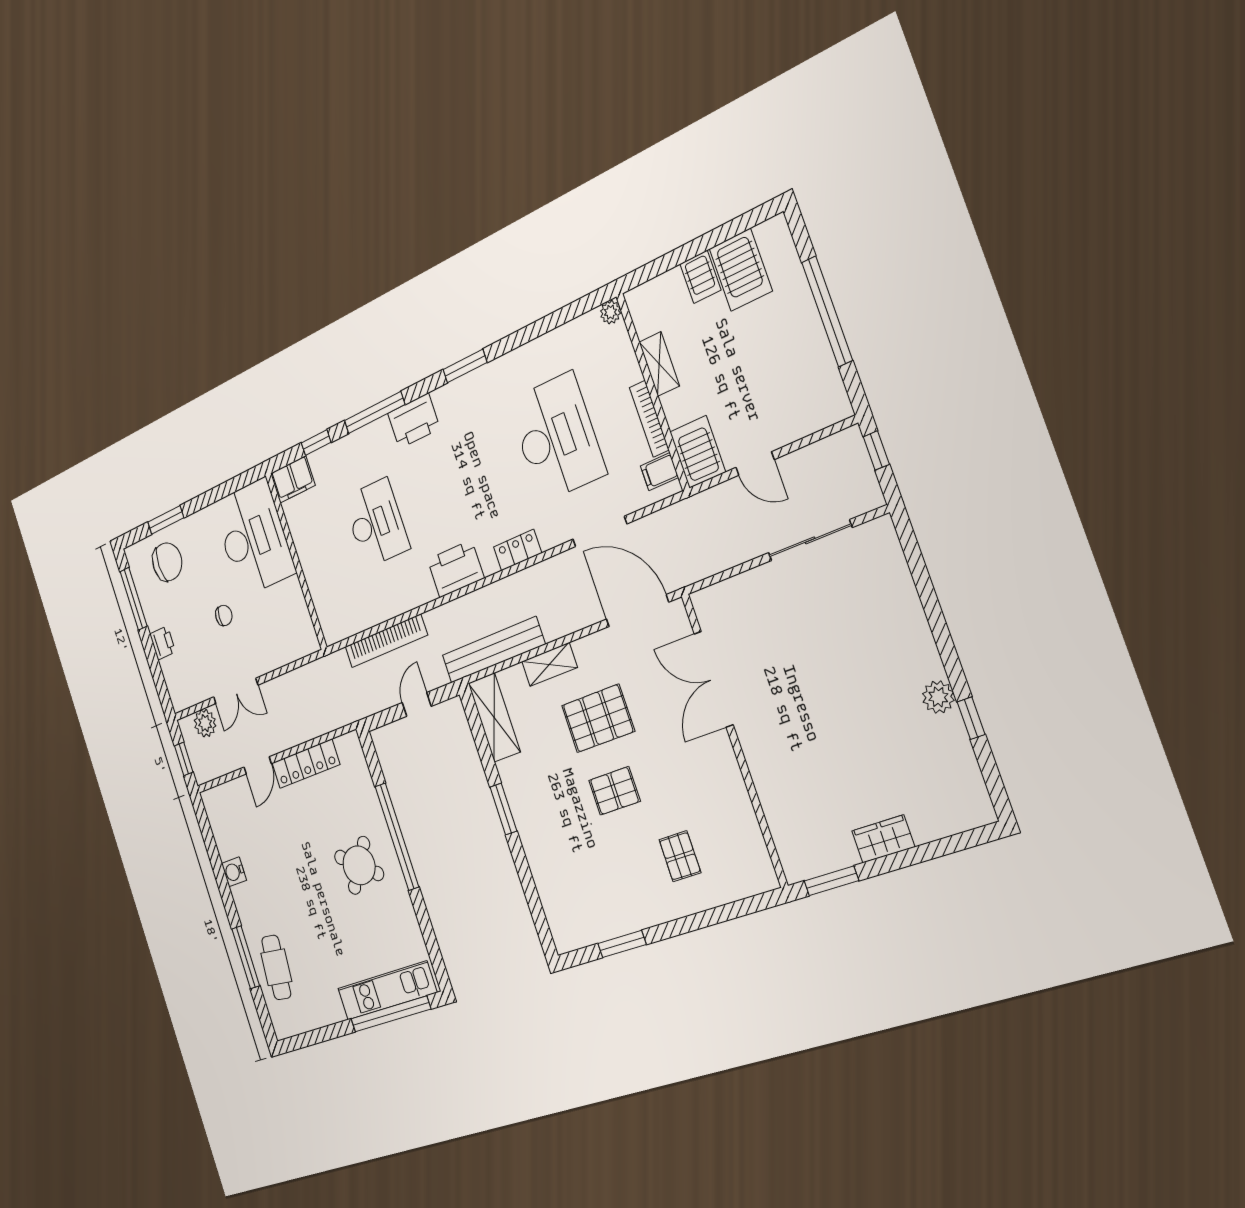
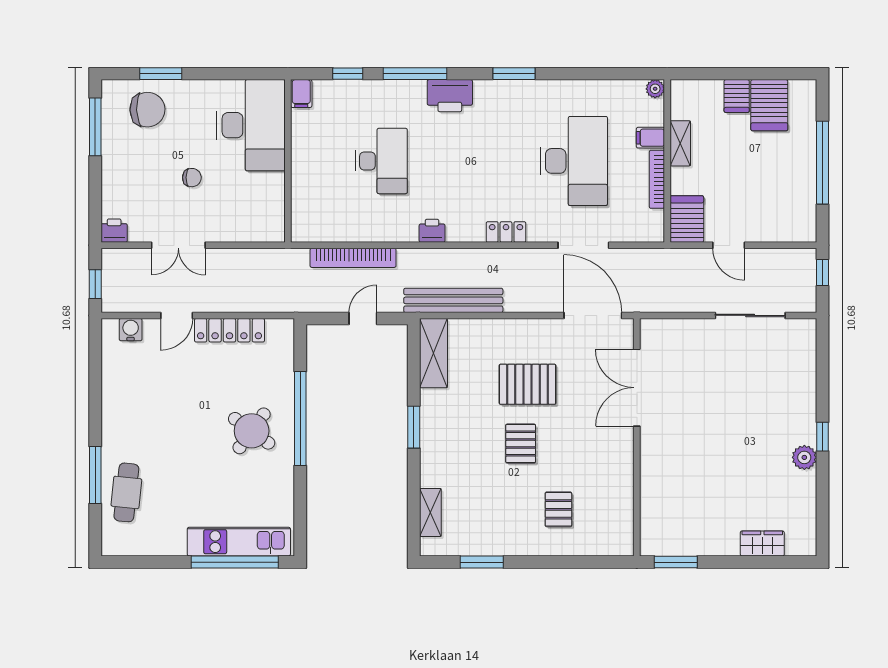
filing cabinet: (659, 472) -> (650, 138), moved
filing cabinet: (293, 479) -> (301, 94), width x0.50
printer: (456, 569) -> (432, 231), width x0.53, depth x0.68
printer: (163, 643) -> (114, 231), moved, turned -90
shelving: (549, 665) -> (430, 512), moved, turned 90
window: (971, 718) -> (822, 437), moved
plant: (205, 723) -> (133, 261), removed
pallet: (614, 791) -> (521, 444), turned 90
wardrobe: (883, 839) -> (762, 544), moved
water cooler: (234, 872) -> (131, 330), moved, turned 90

